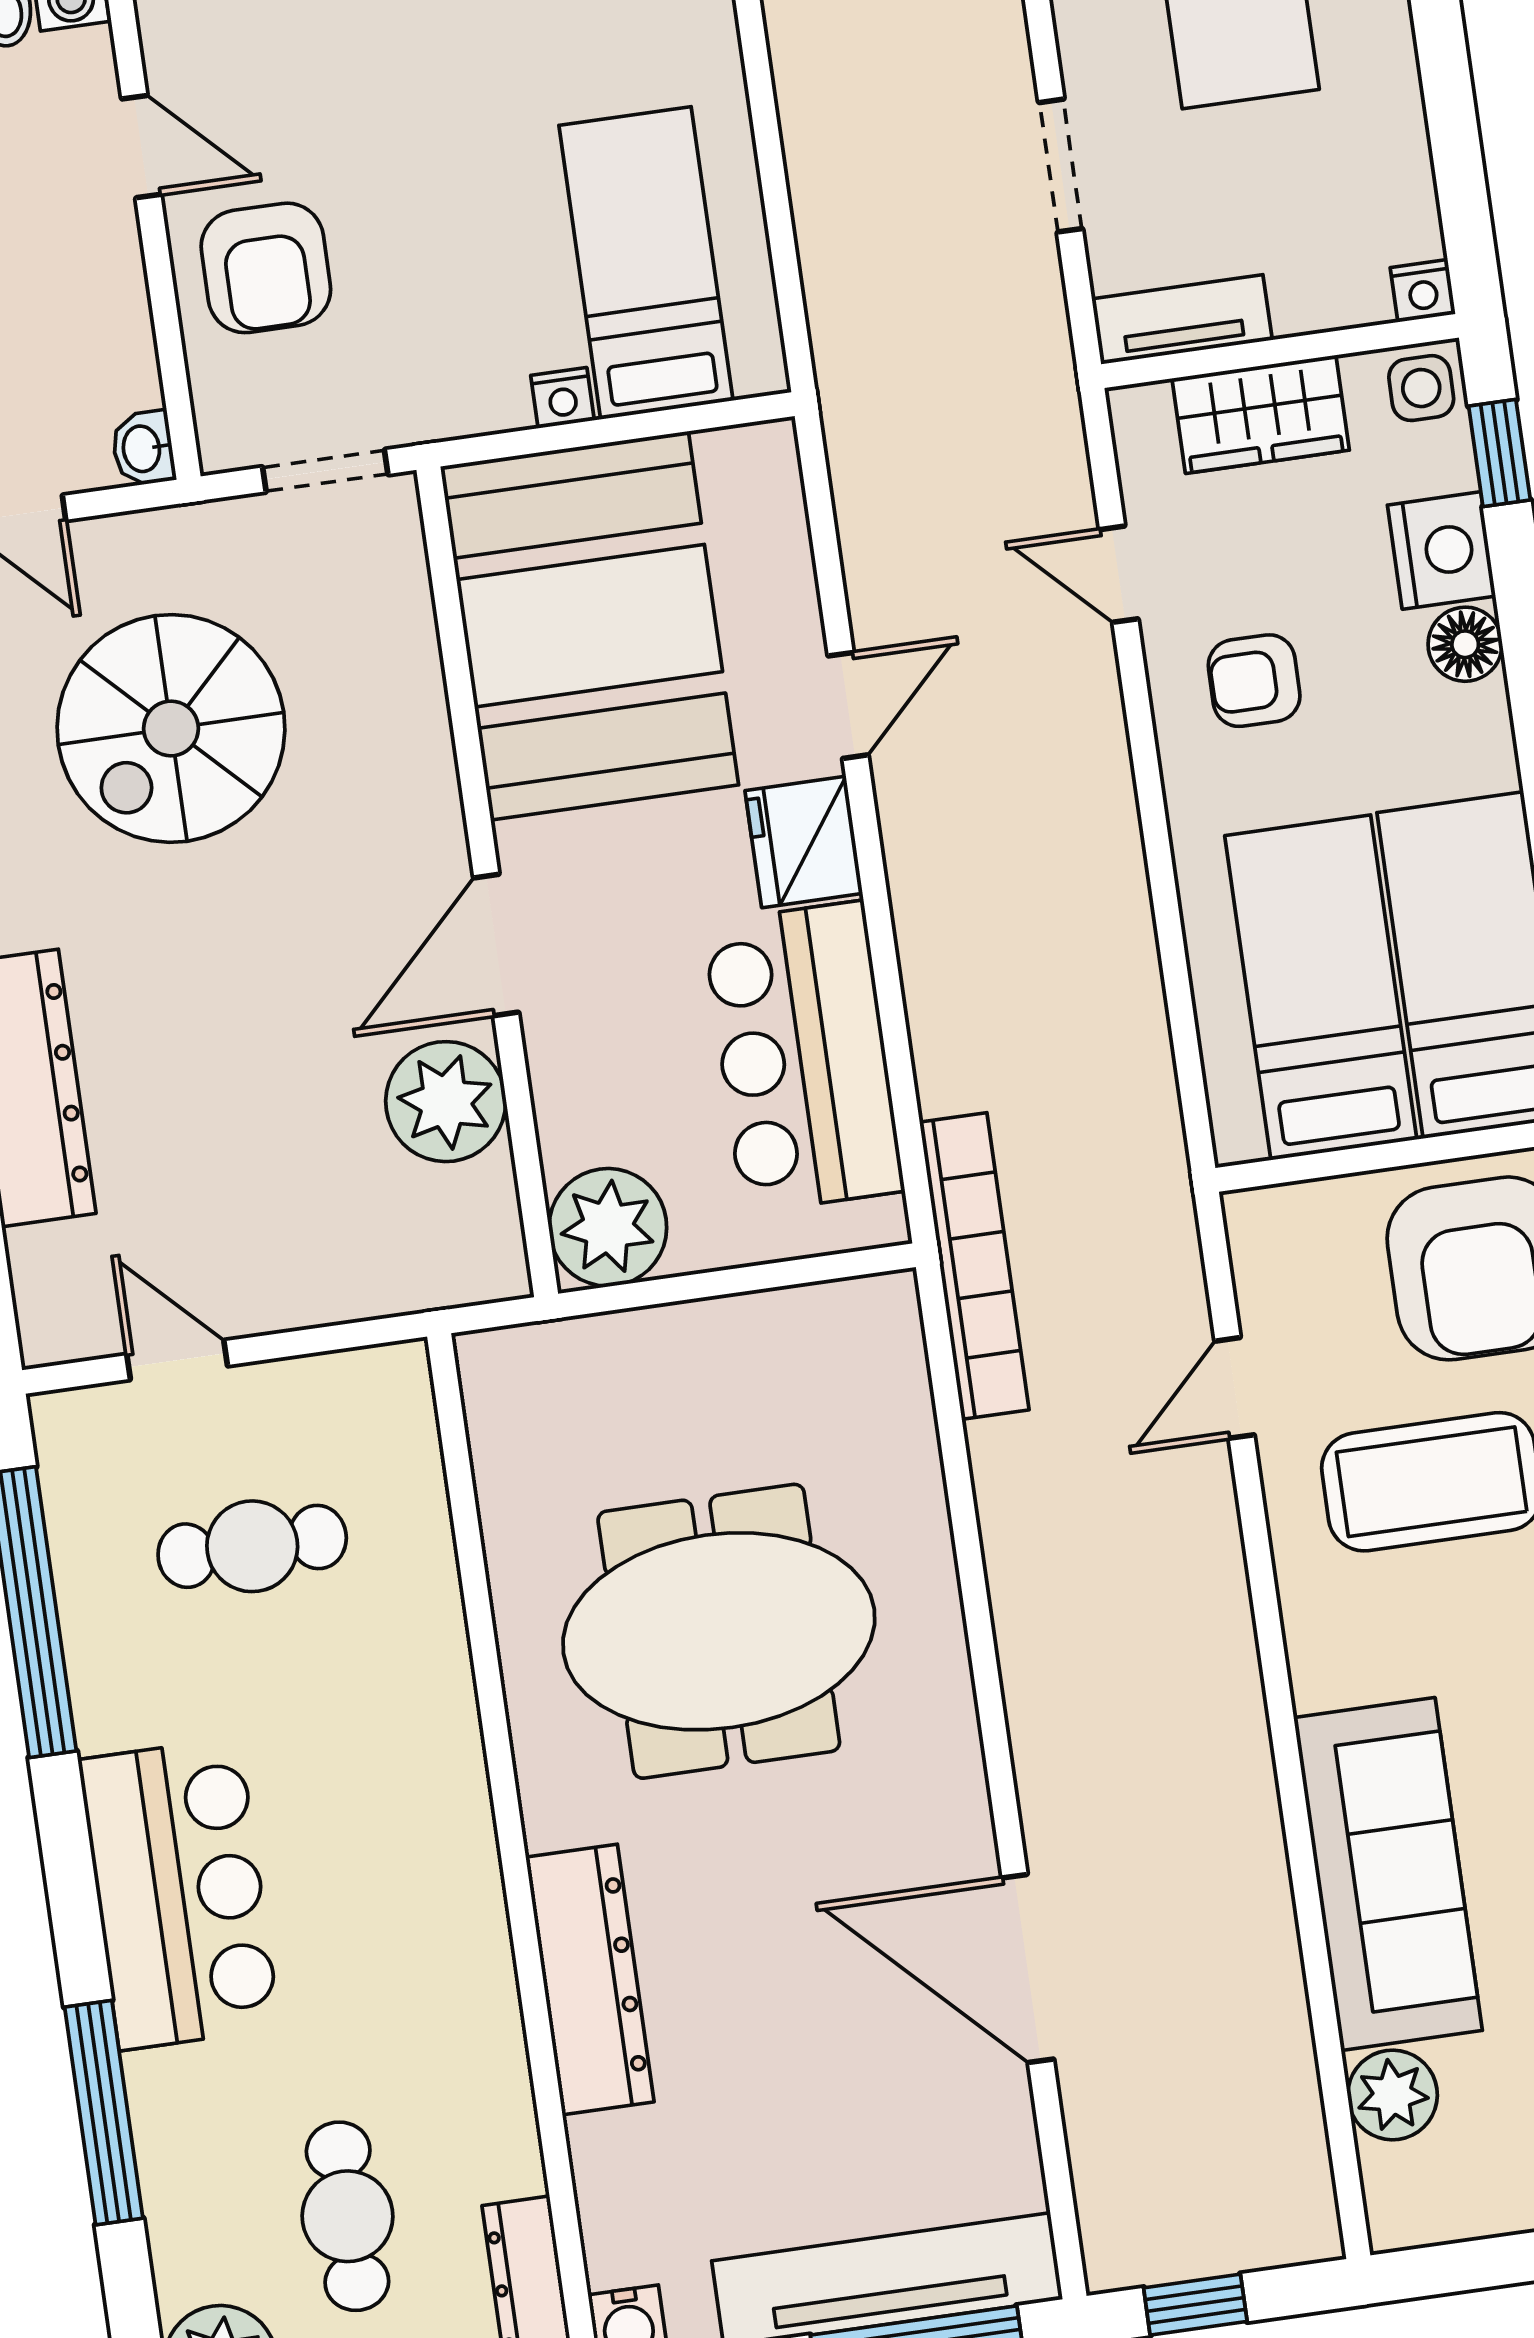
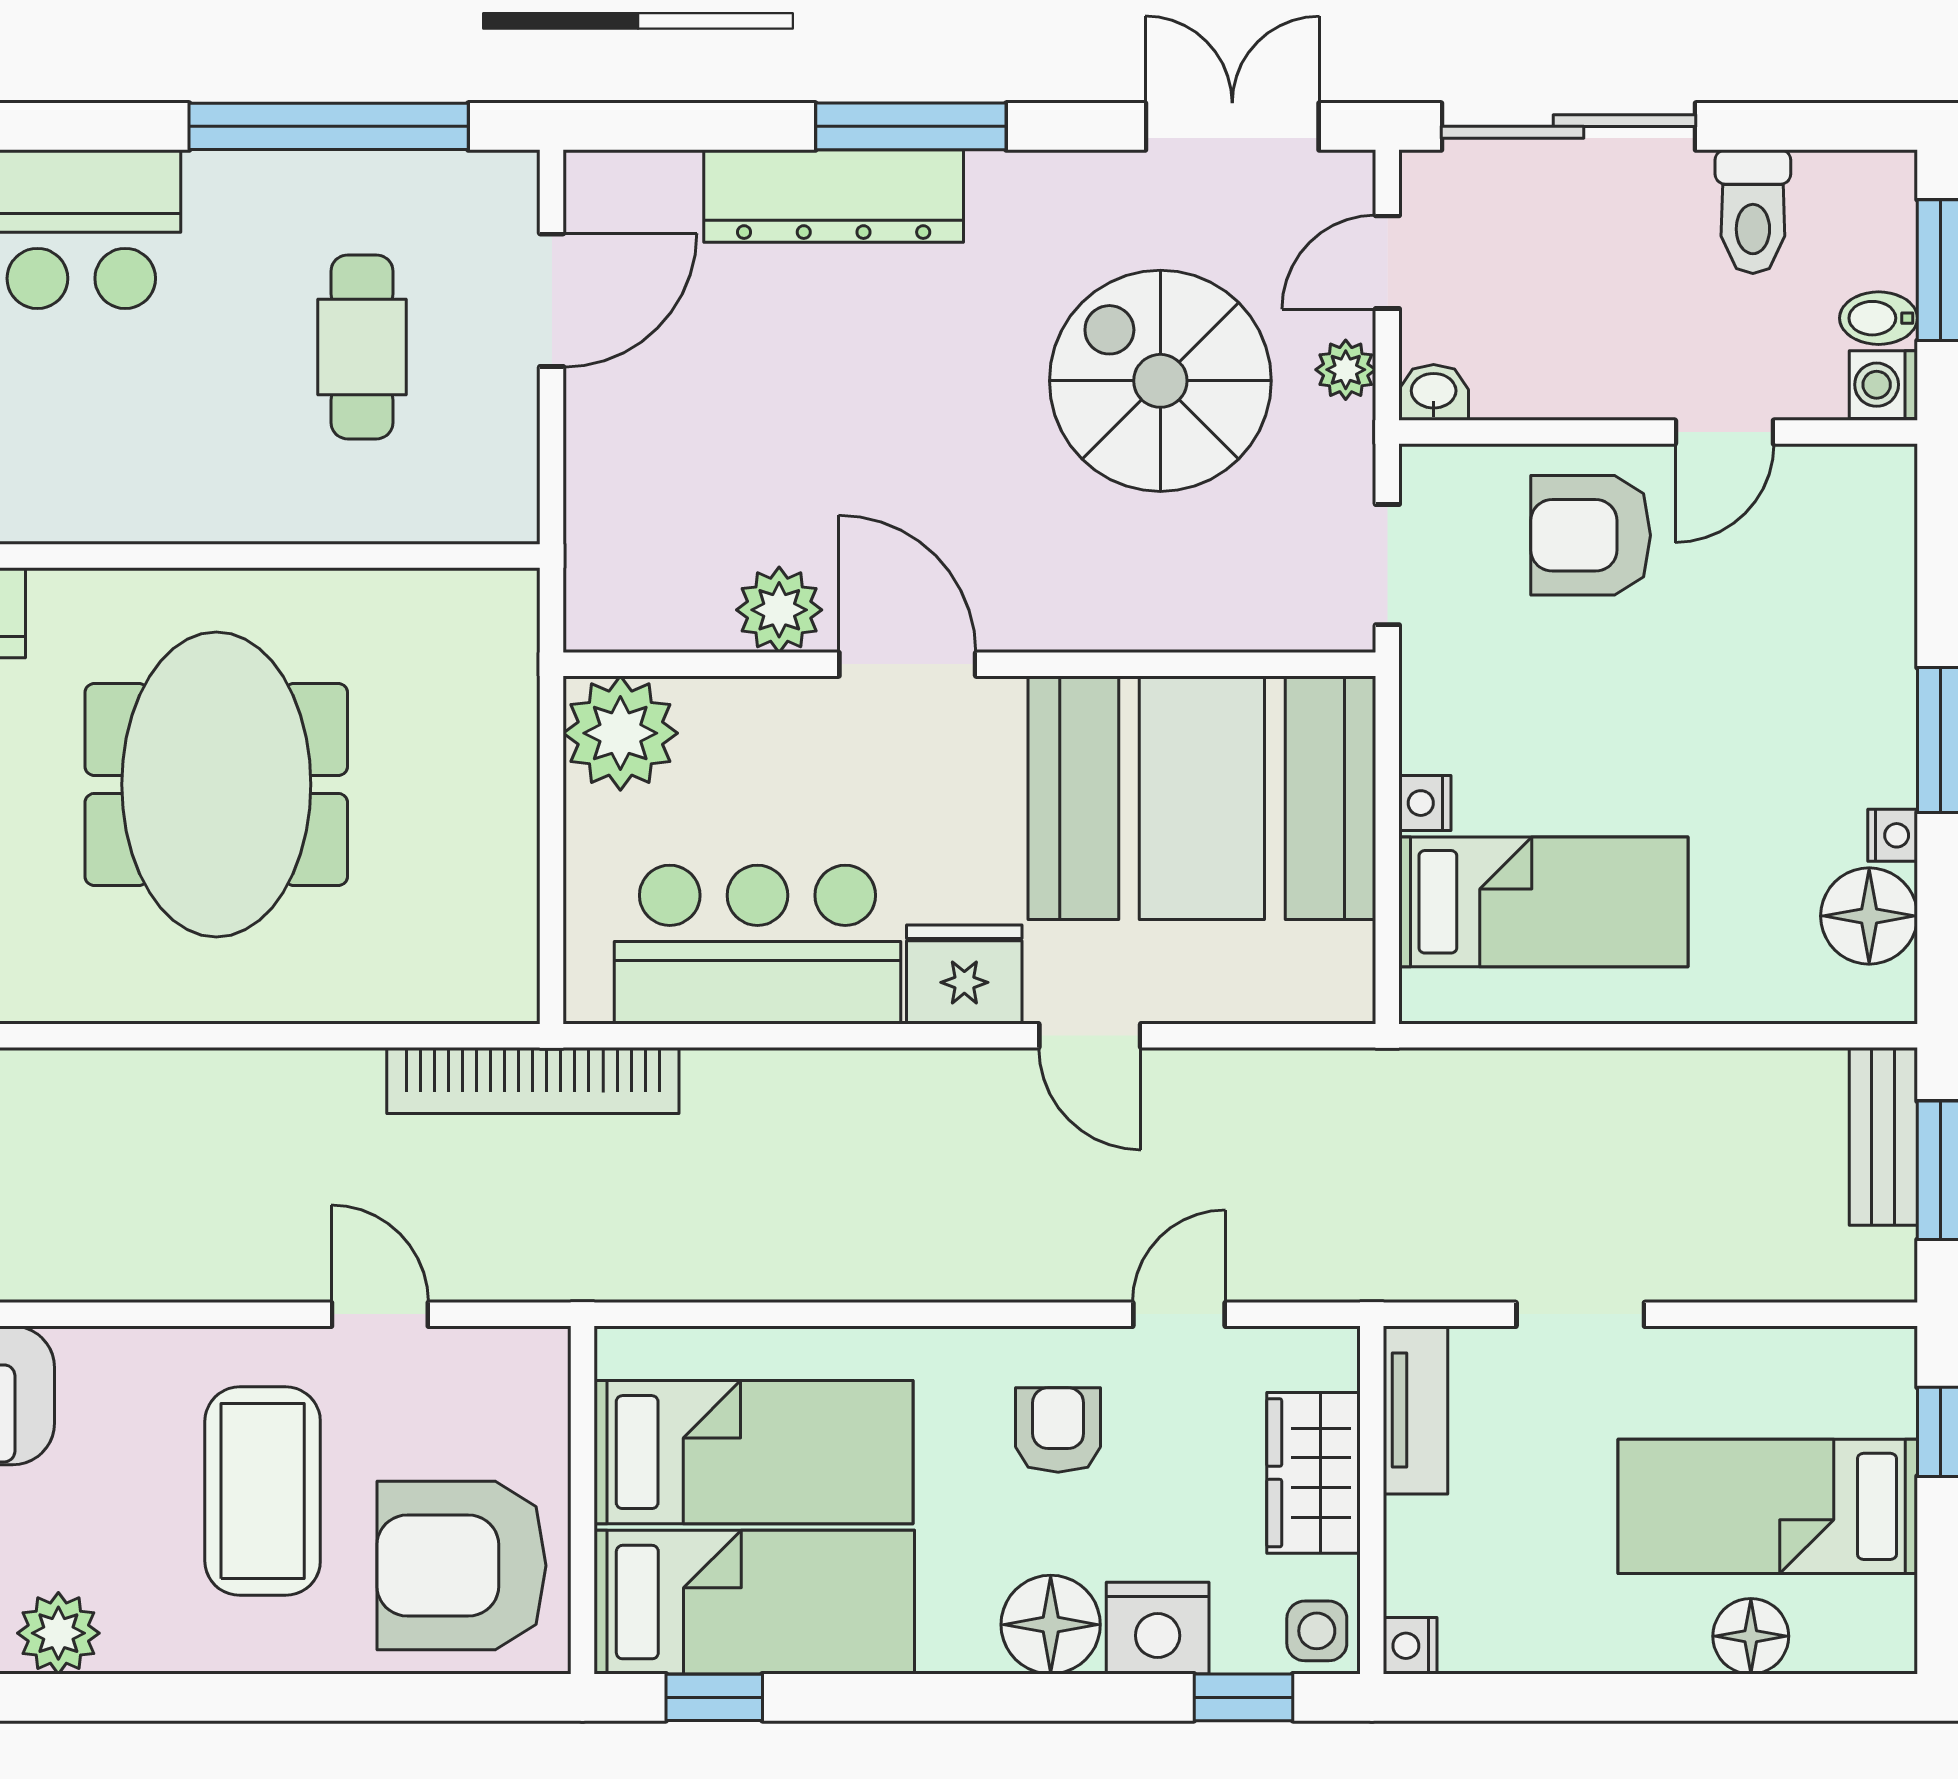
plant: (133, 541) -> (1346, 370), added
floor lamp: (1465, 644) -> (1051, 1625), width x1.38, depth x1.38
plant: (446, 1102) -> (779, 610), width x0.73, depth x0.73
door: (177, 1360) -> (552, 300), width x1.37

